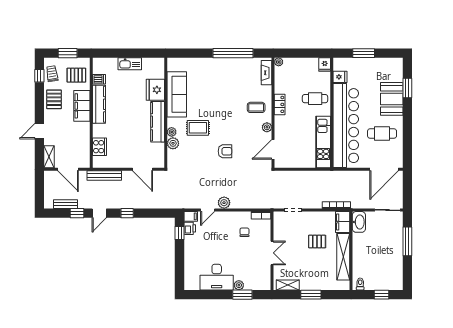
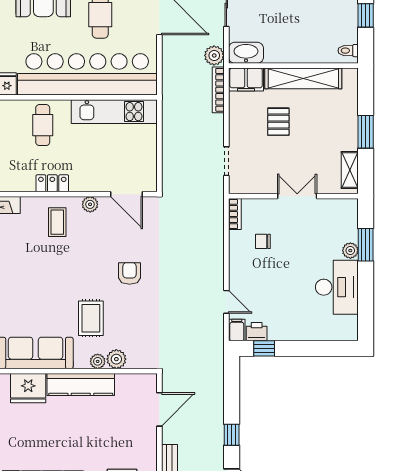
plant: (224, 203) -> (214, 55), moved

